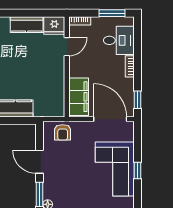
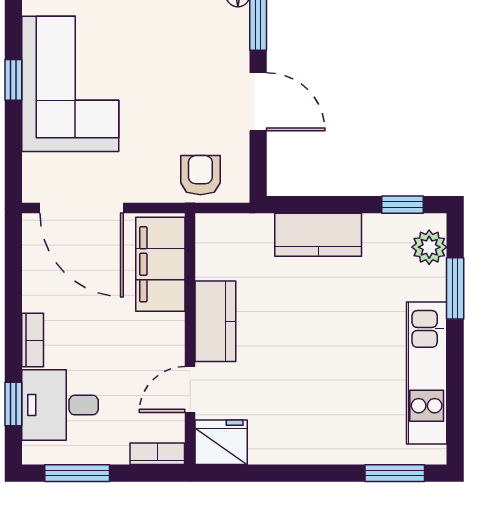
kitchen counter: (27, 25) -> (215, 321), moved, turned 90
window: (137, 100) -> (13, 404), moved

